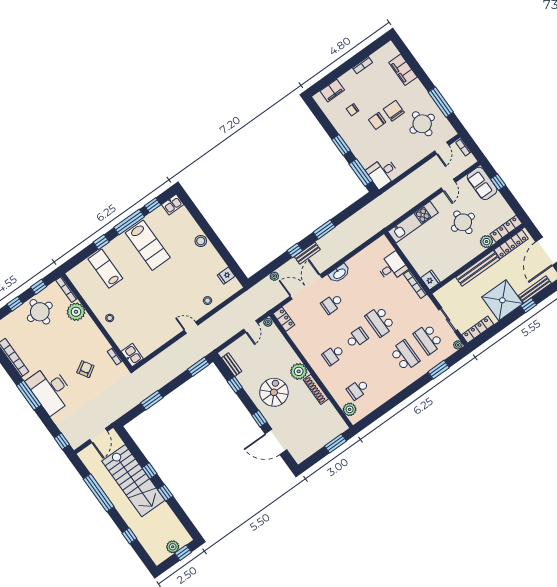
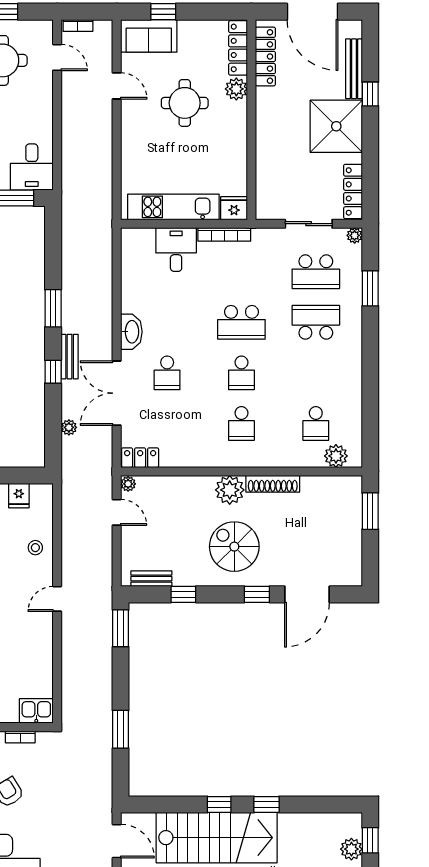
kitchen unit: (413, 222) -> (173, 207), moved, turned -90
bench: (478, 268) -> (265, 129), removed
school desk: (357, 338) -> (241, 373), turned 180

